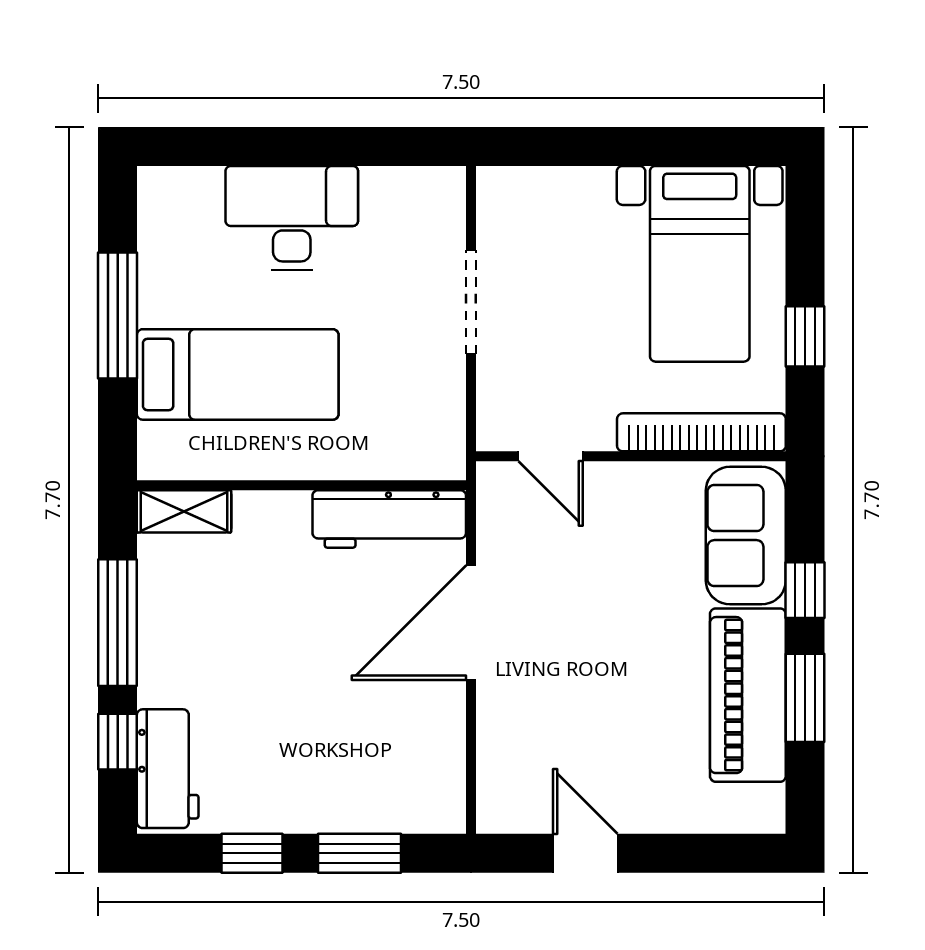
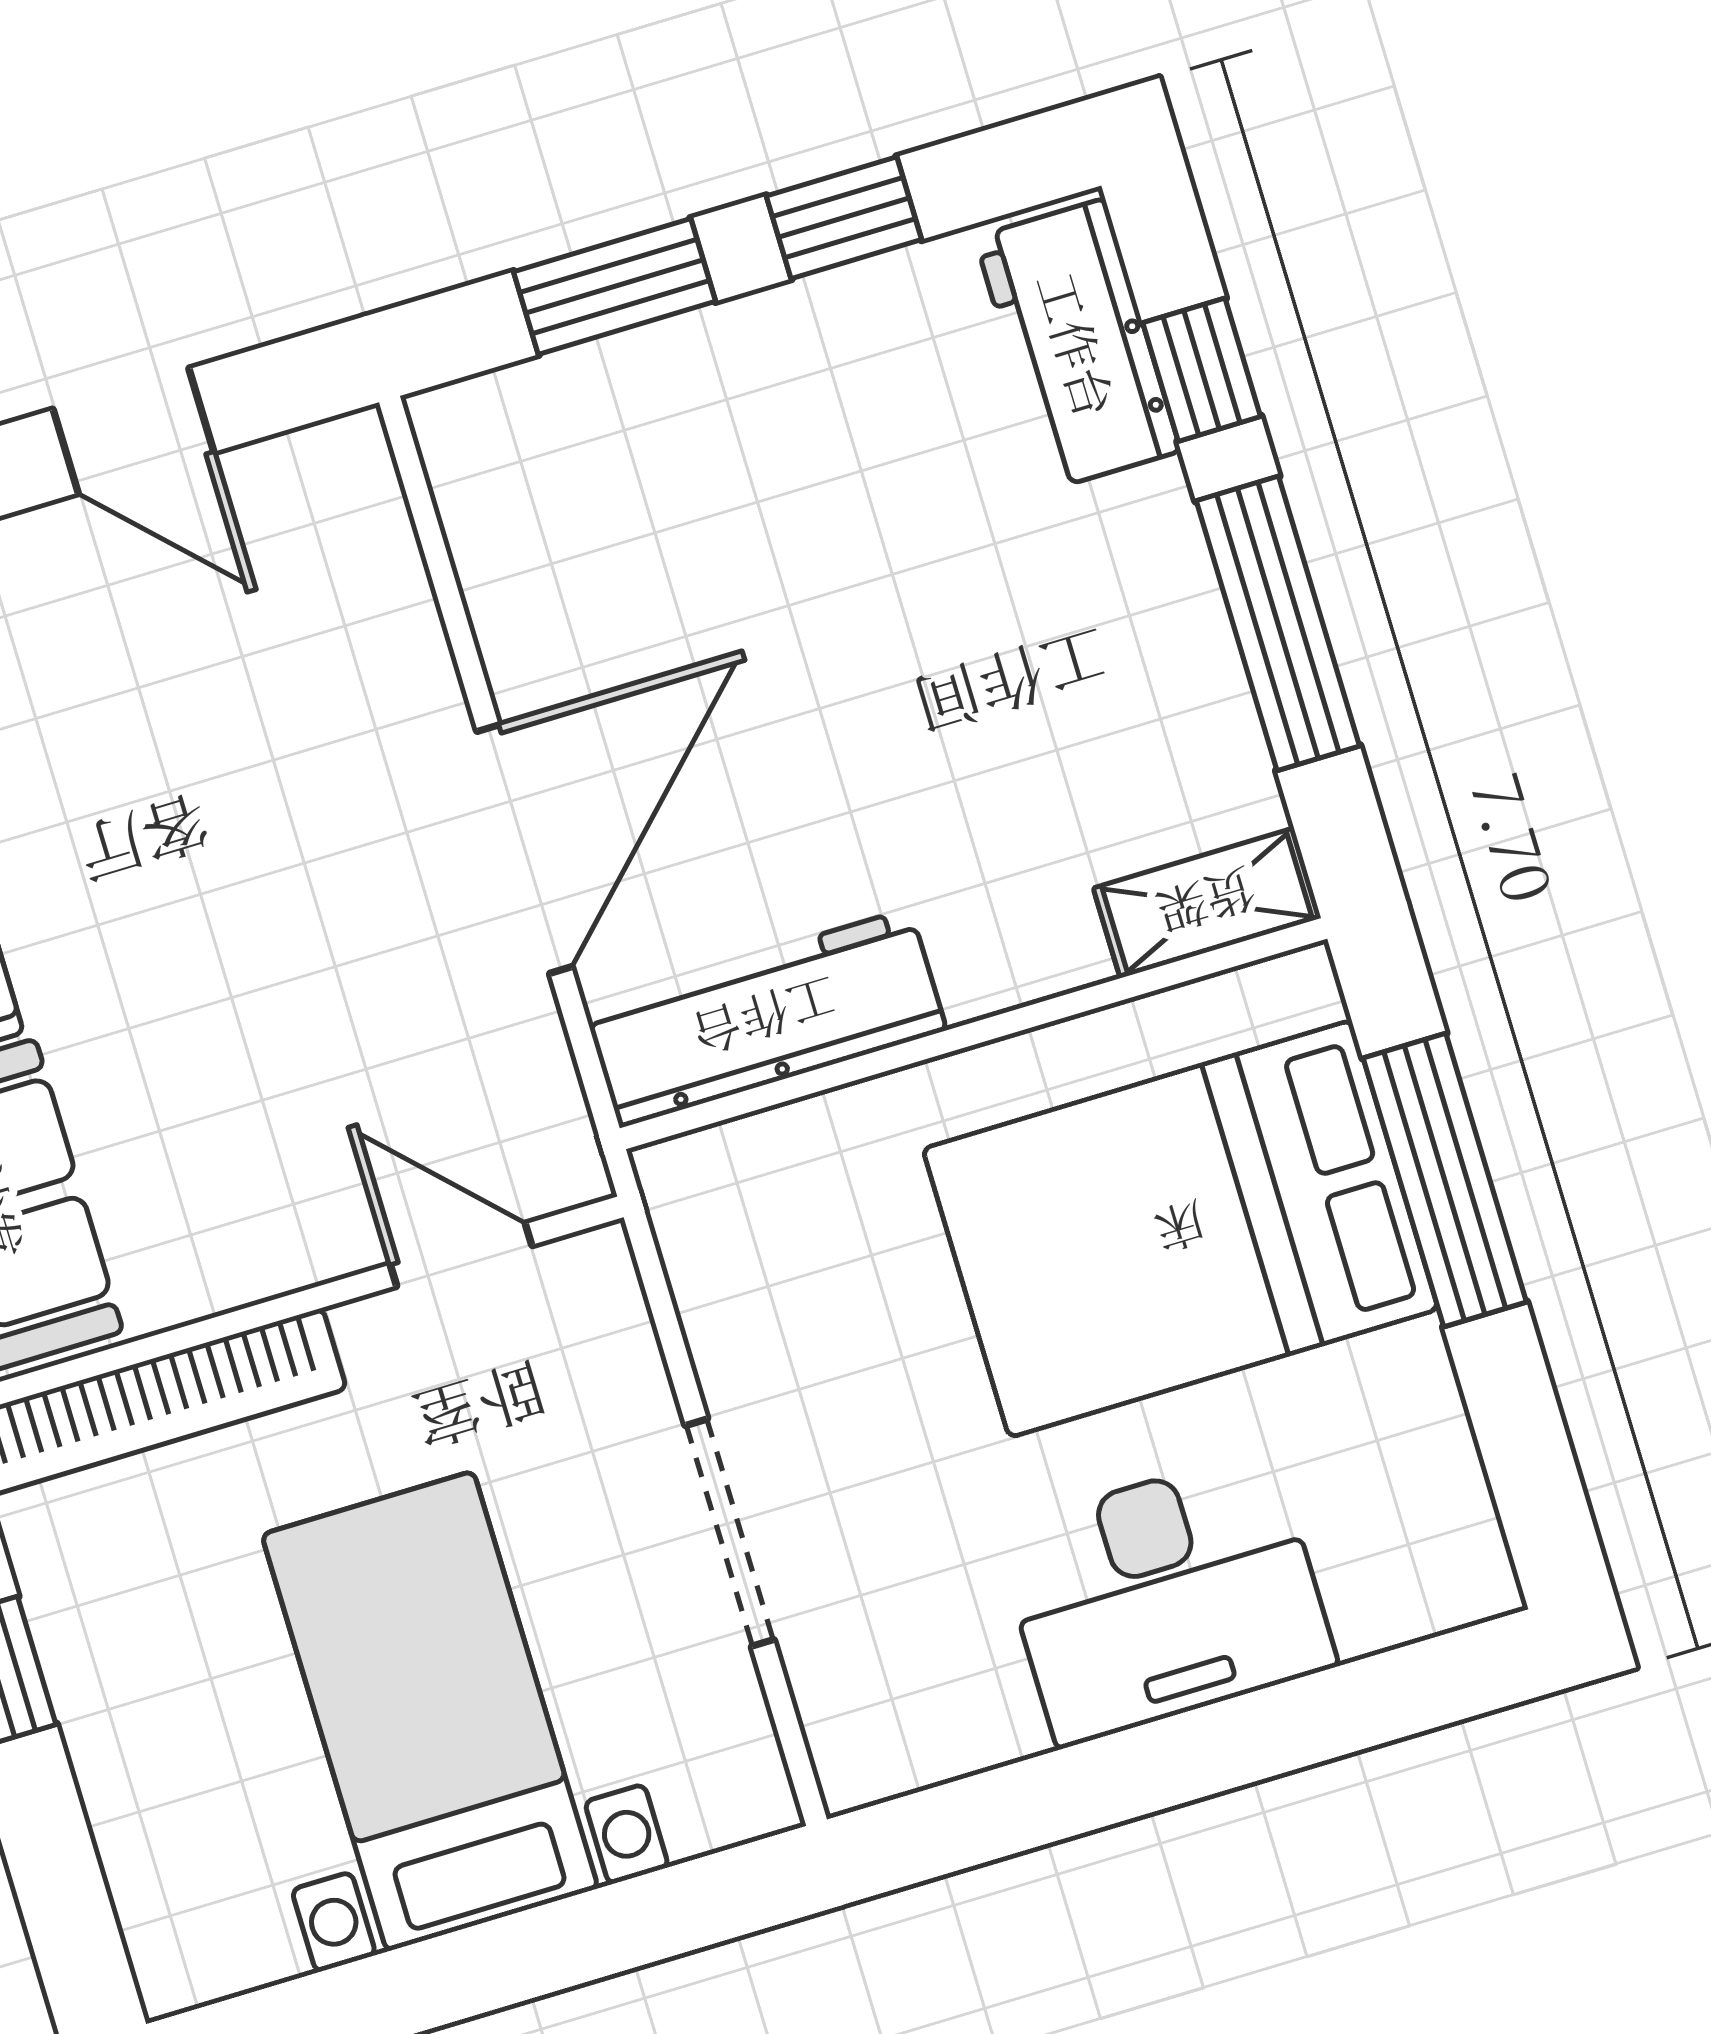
bed with nightstands: (700, 264) -> (430, 1711), moved
window: (118, 315) -> (1445, 1180), moved
bed: (238, 374) -> (1181, 1229), width x1.50

